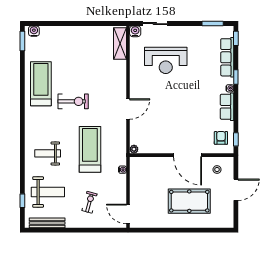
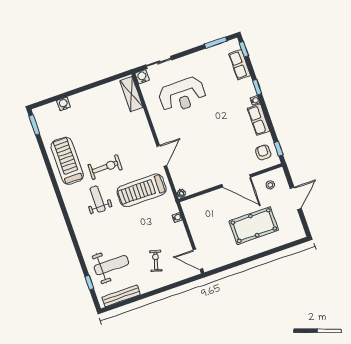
water cooler: (34, 31) -> (64, 104), moved
row of seats: (227, 57) -> (240, 64), width x0.68
treadmill: (90, 149) -> (142, 190), moved, turned -90
weight bench: (48, 153) -> (98, 199), moved, turned 90

